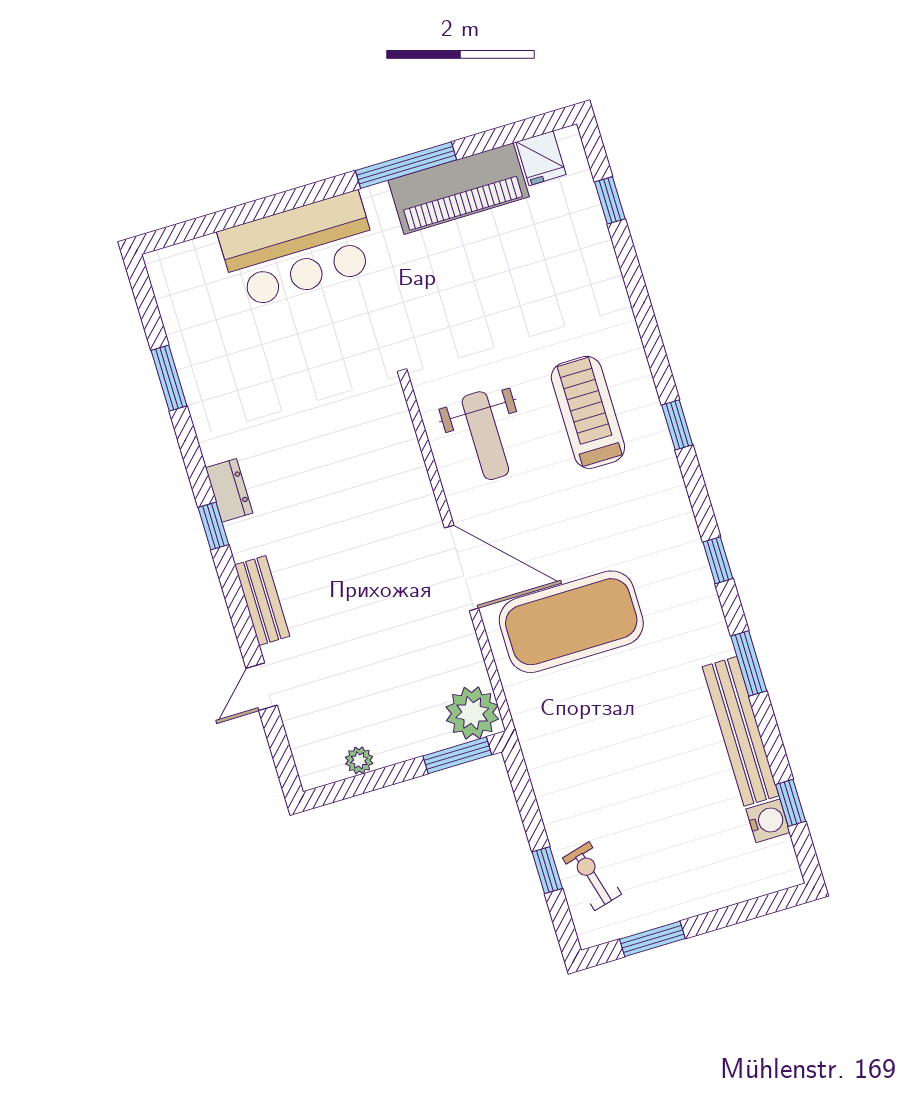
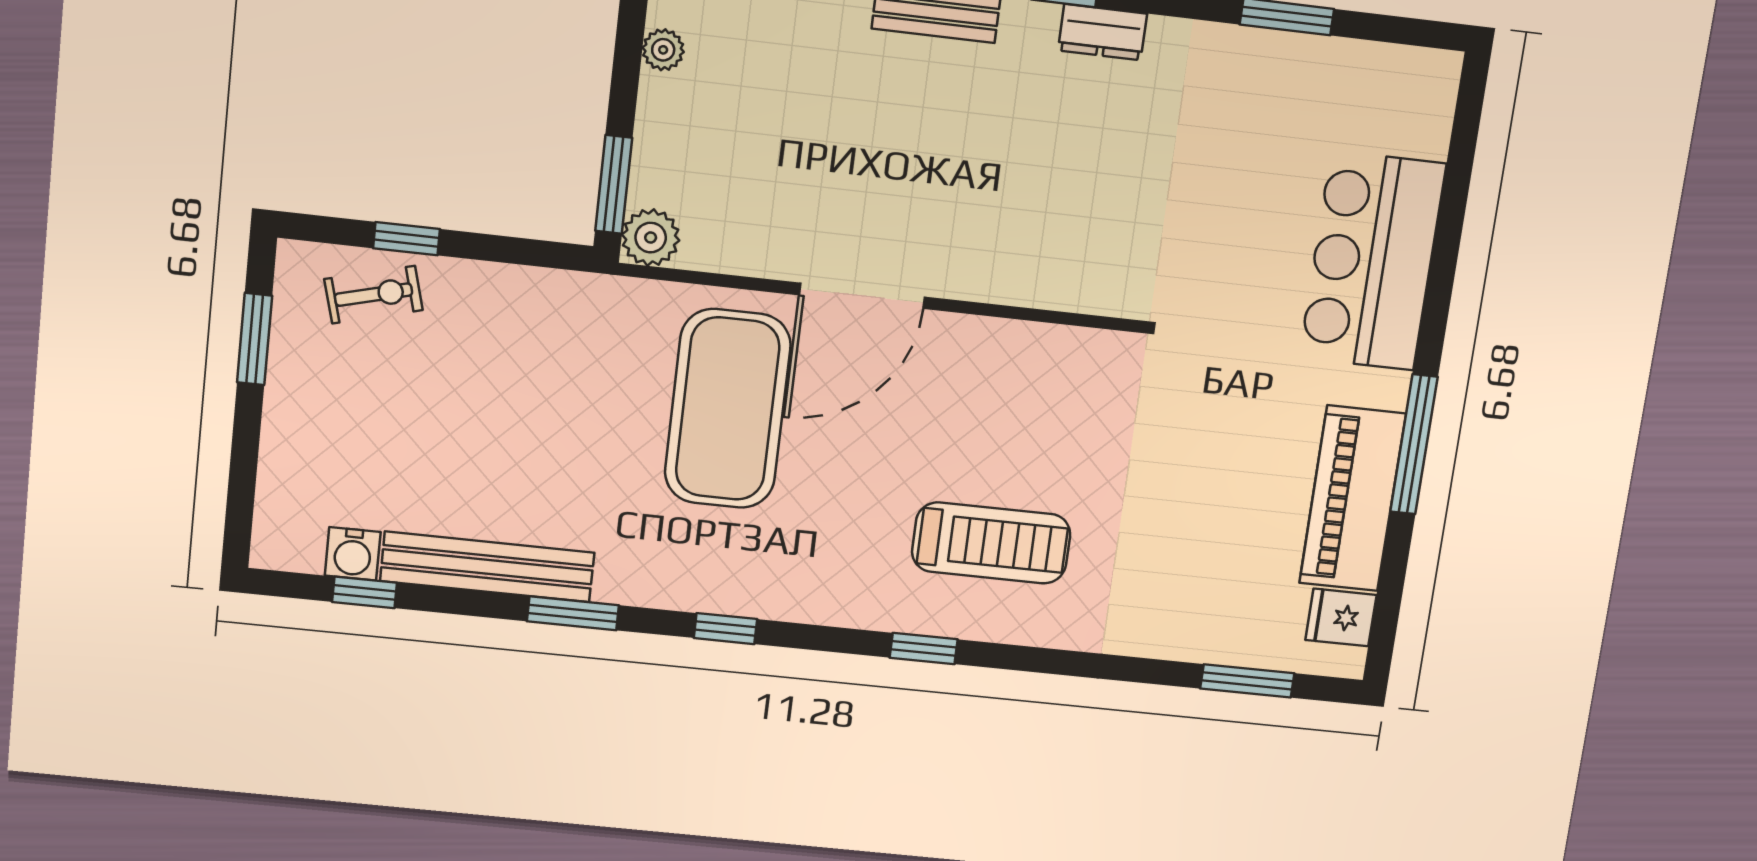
window: (610, 200) -> (1247, 681), width x1.50
weight bench: (485, 436) -> (1021, 400), removed
plant: (472, 713) -> (651, 238), width x0.73, depth x0.73

